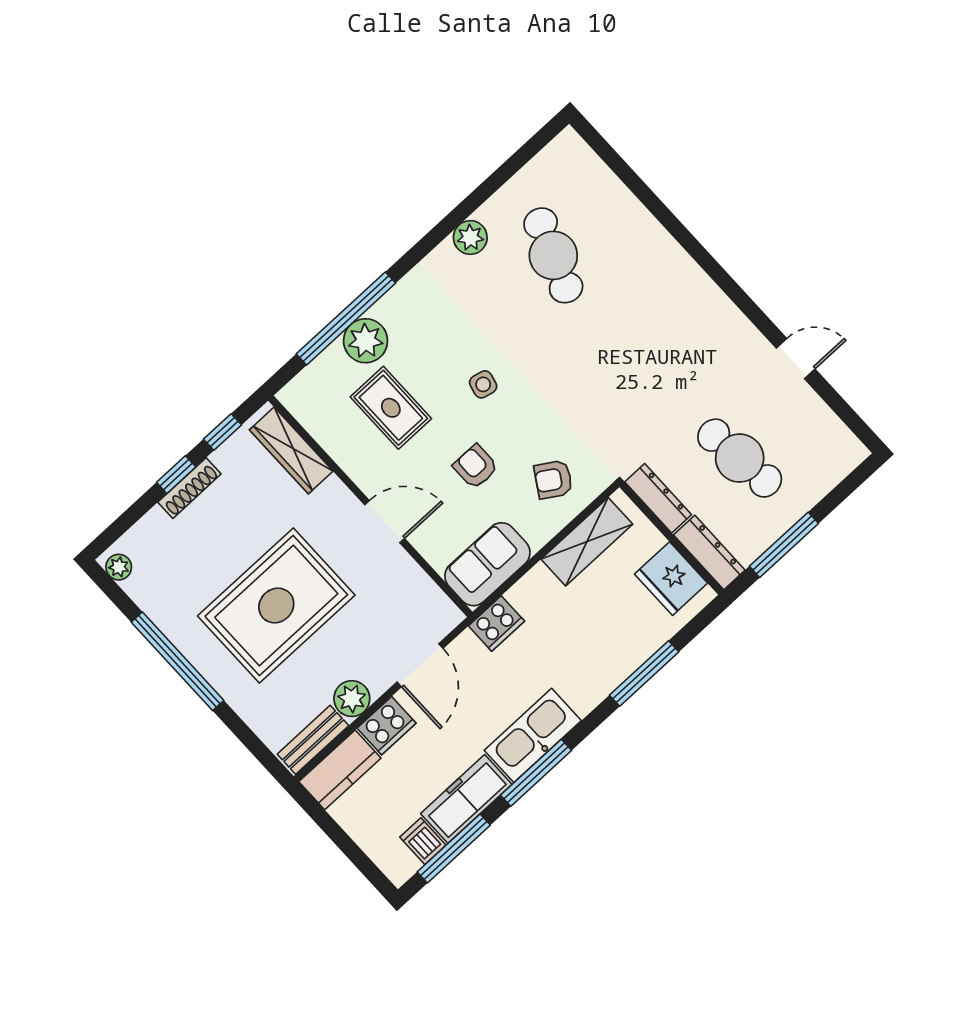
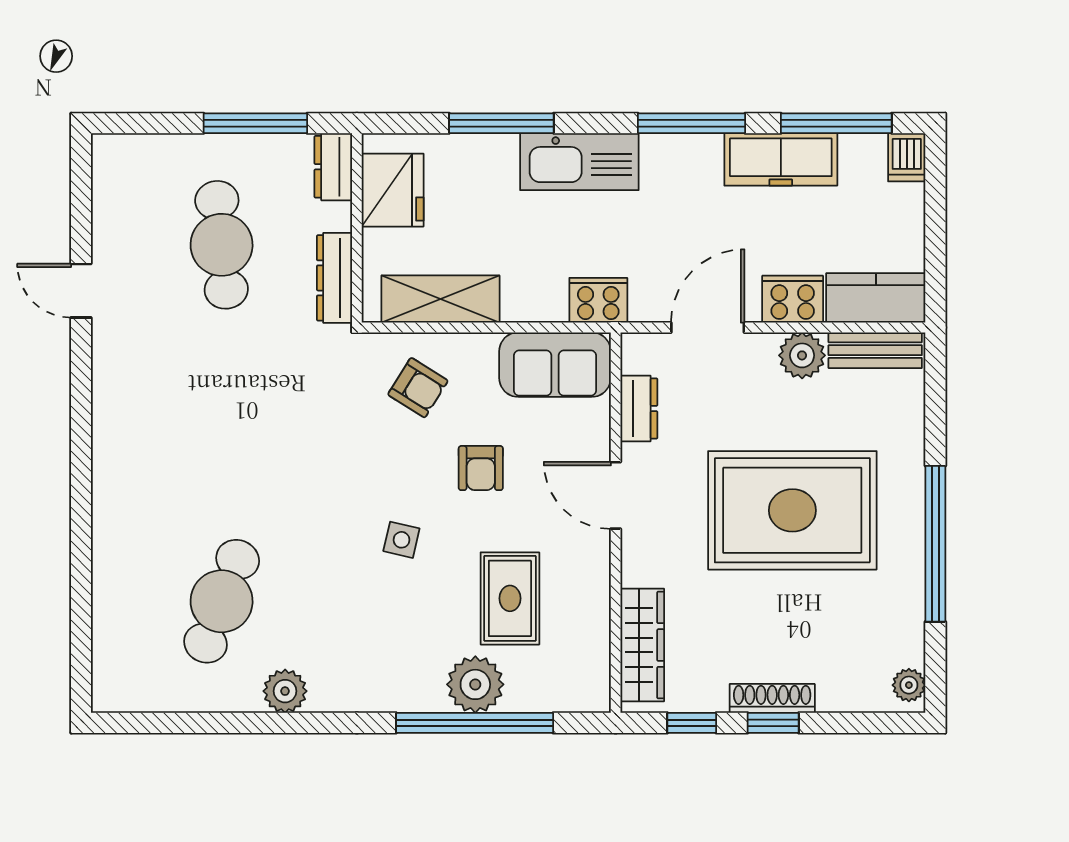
dresser: (709, 552) -> (333, 167), width x0.70
dresser: (417, 583) -> (639, 409), added
kitchen sink: (533, 735) -> (579, 162), moved
dishwasher: (423, 841) -> (907, 157), moved

